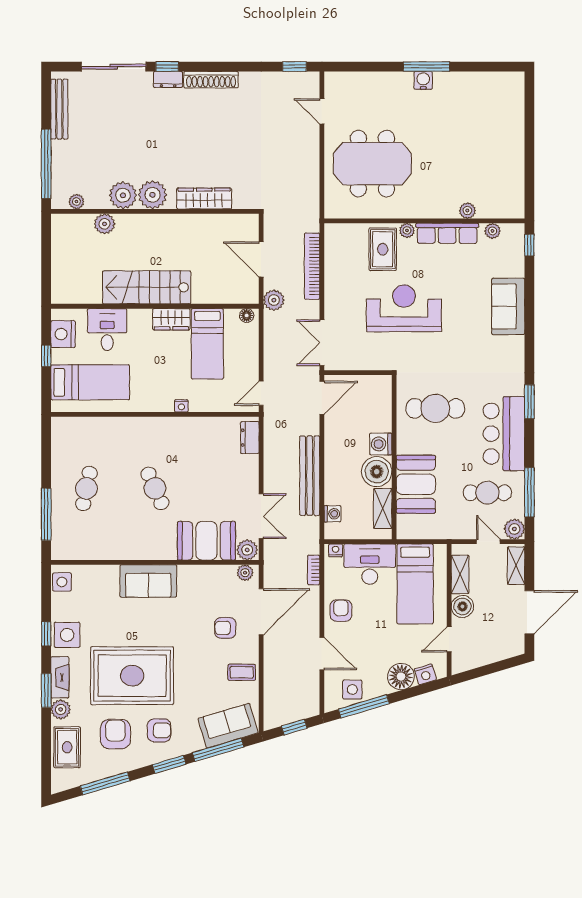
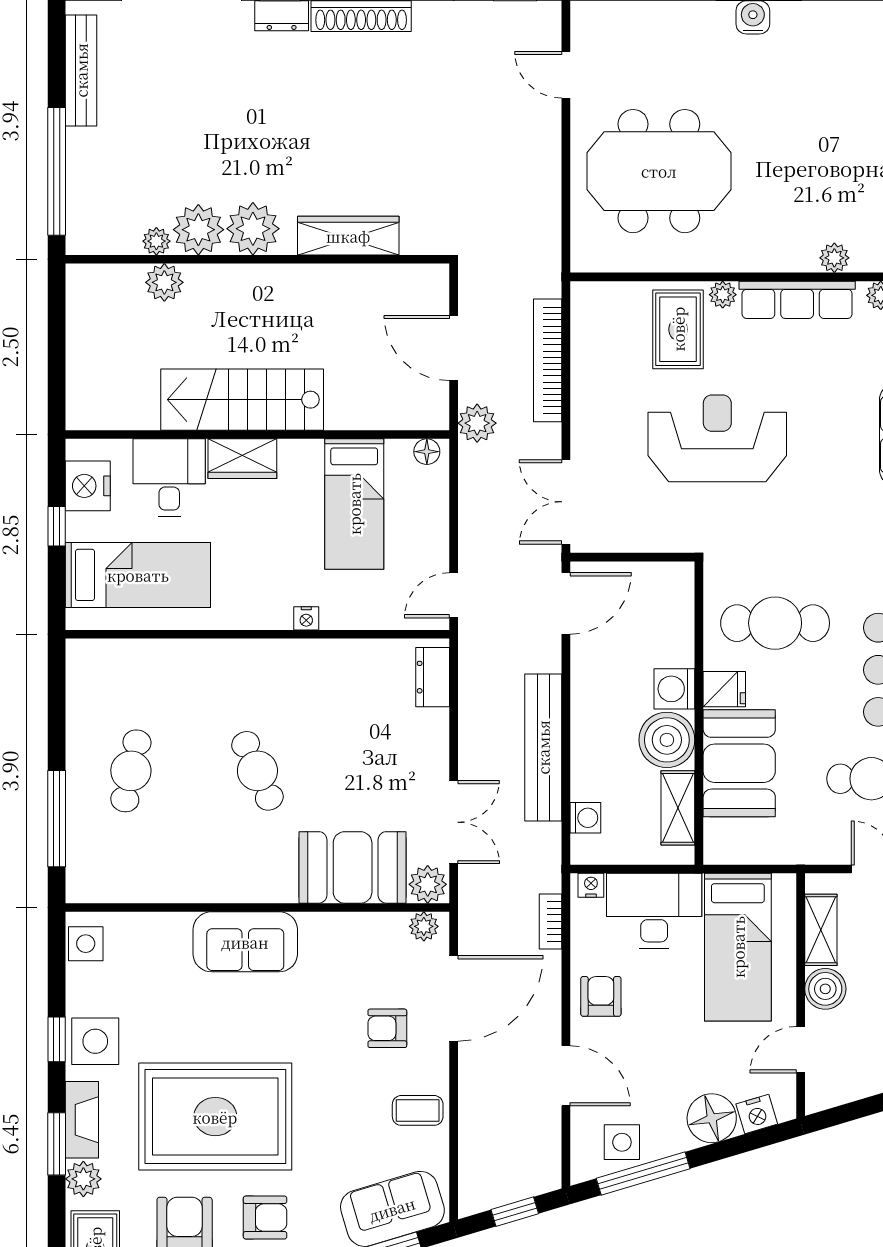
plant: (76, 202) -> (156, 241), moved
wardrobe: (171, 319) -> (242, 459), moved
fridge: (408, 444) -> (724, 689), added

